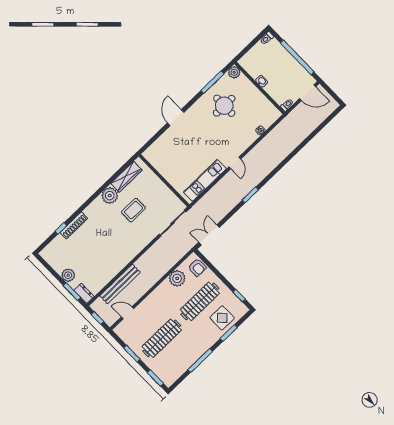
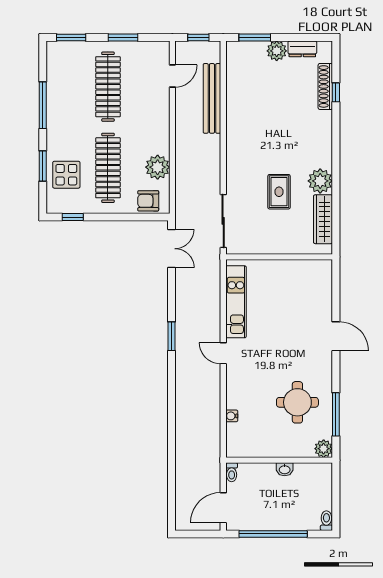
shoe rack: (74, 226) -> (325, 86), moved
dresser: (84, 293) -> (302, 49), moved

